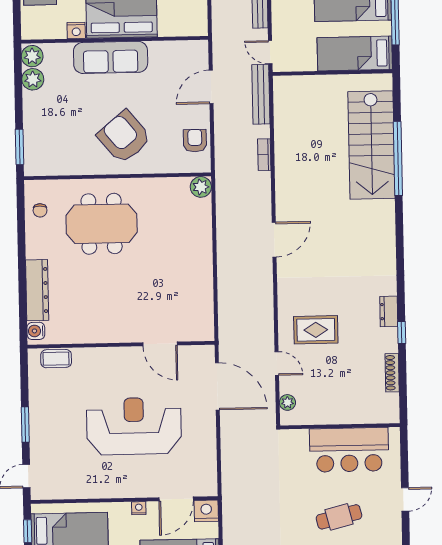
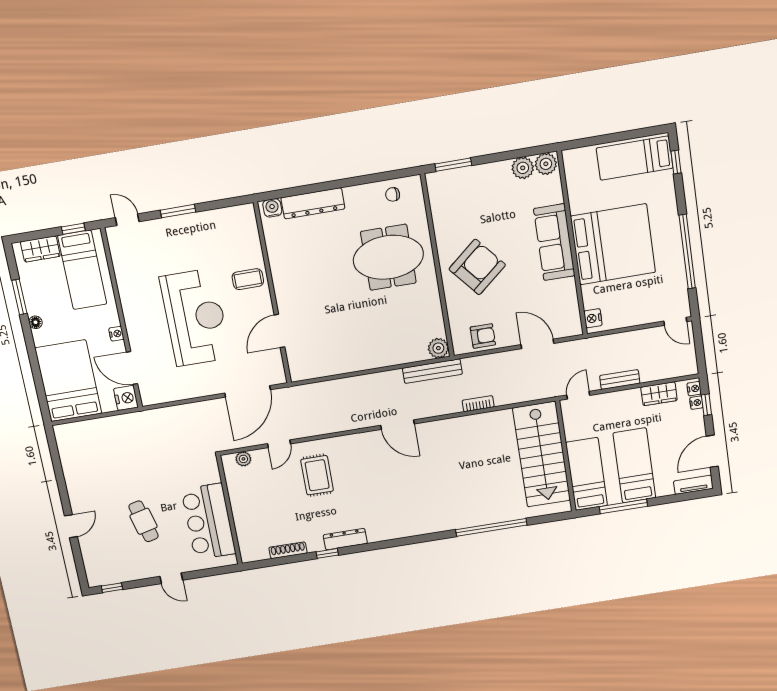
nightstand: (76, 30) -> (593, 318), moved
bench: (261, 94) -> (432, 371), moved
stairs: (371, 145) -> (541, 454), moved, turned -90
meeting table: (102, 224) -> (388, 257), turned 90
dresser: (389, 311) -> (345, 539), width x1.44
coffee table: (56, 359) -> (248, 279), moved, turned 90

